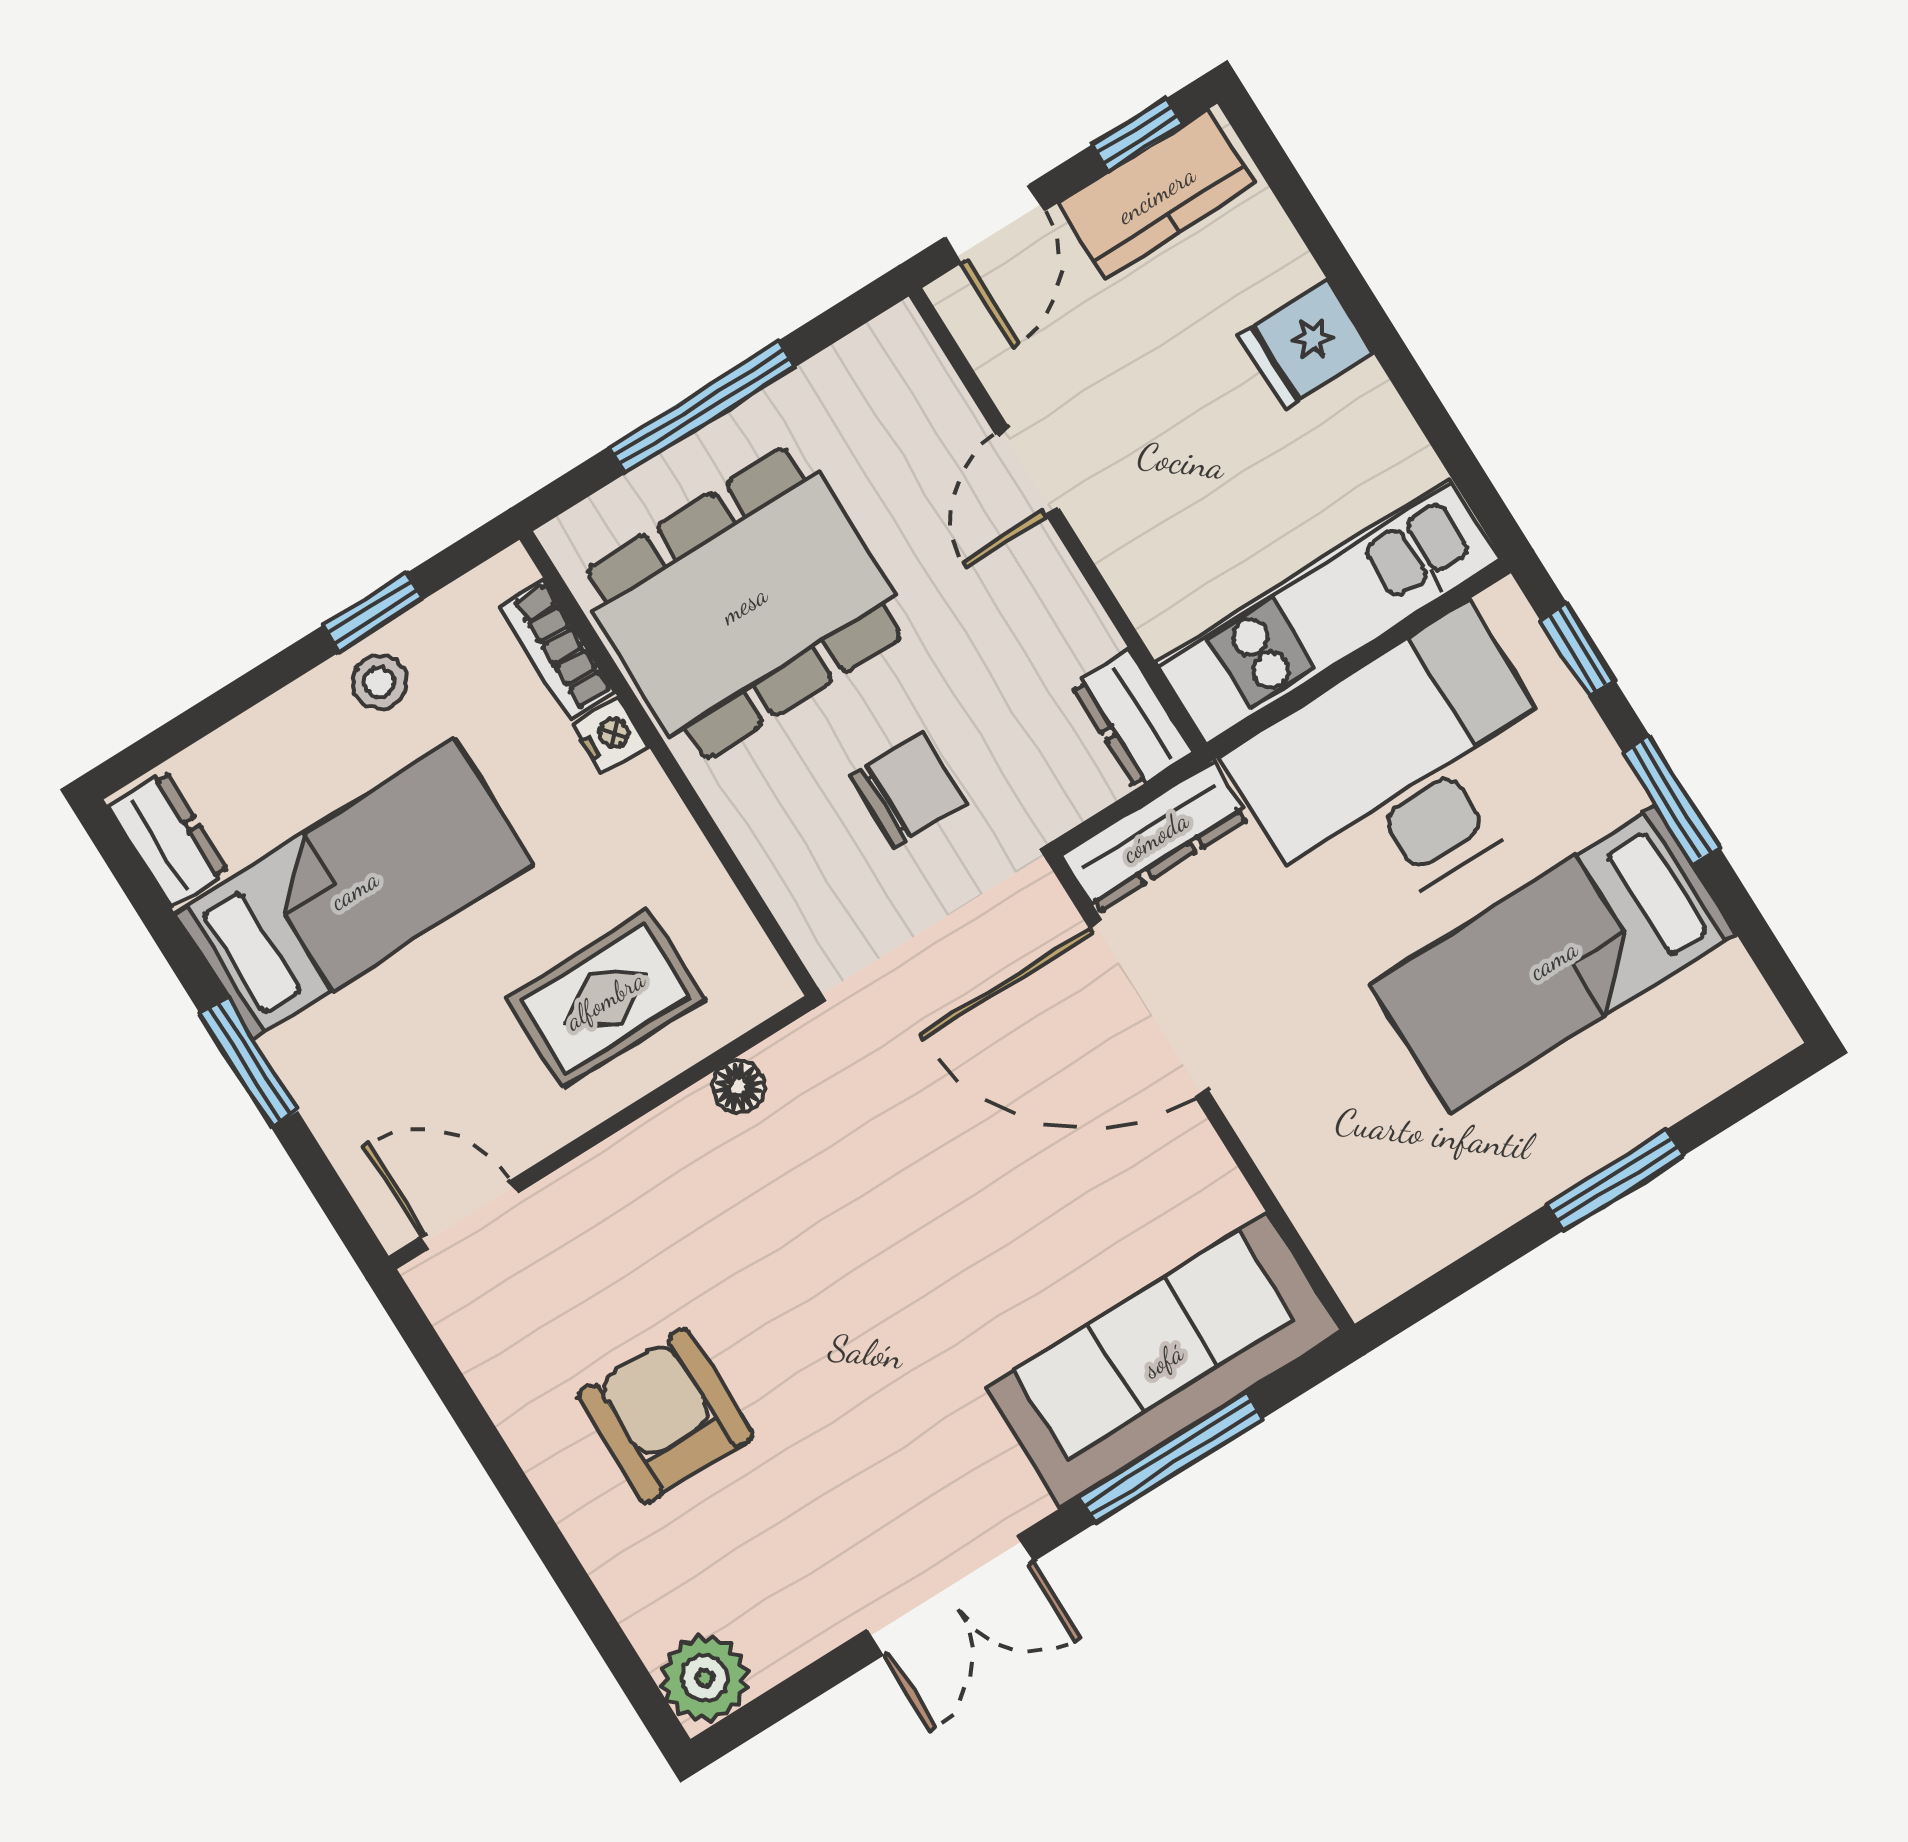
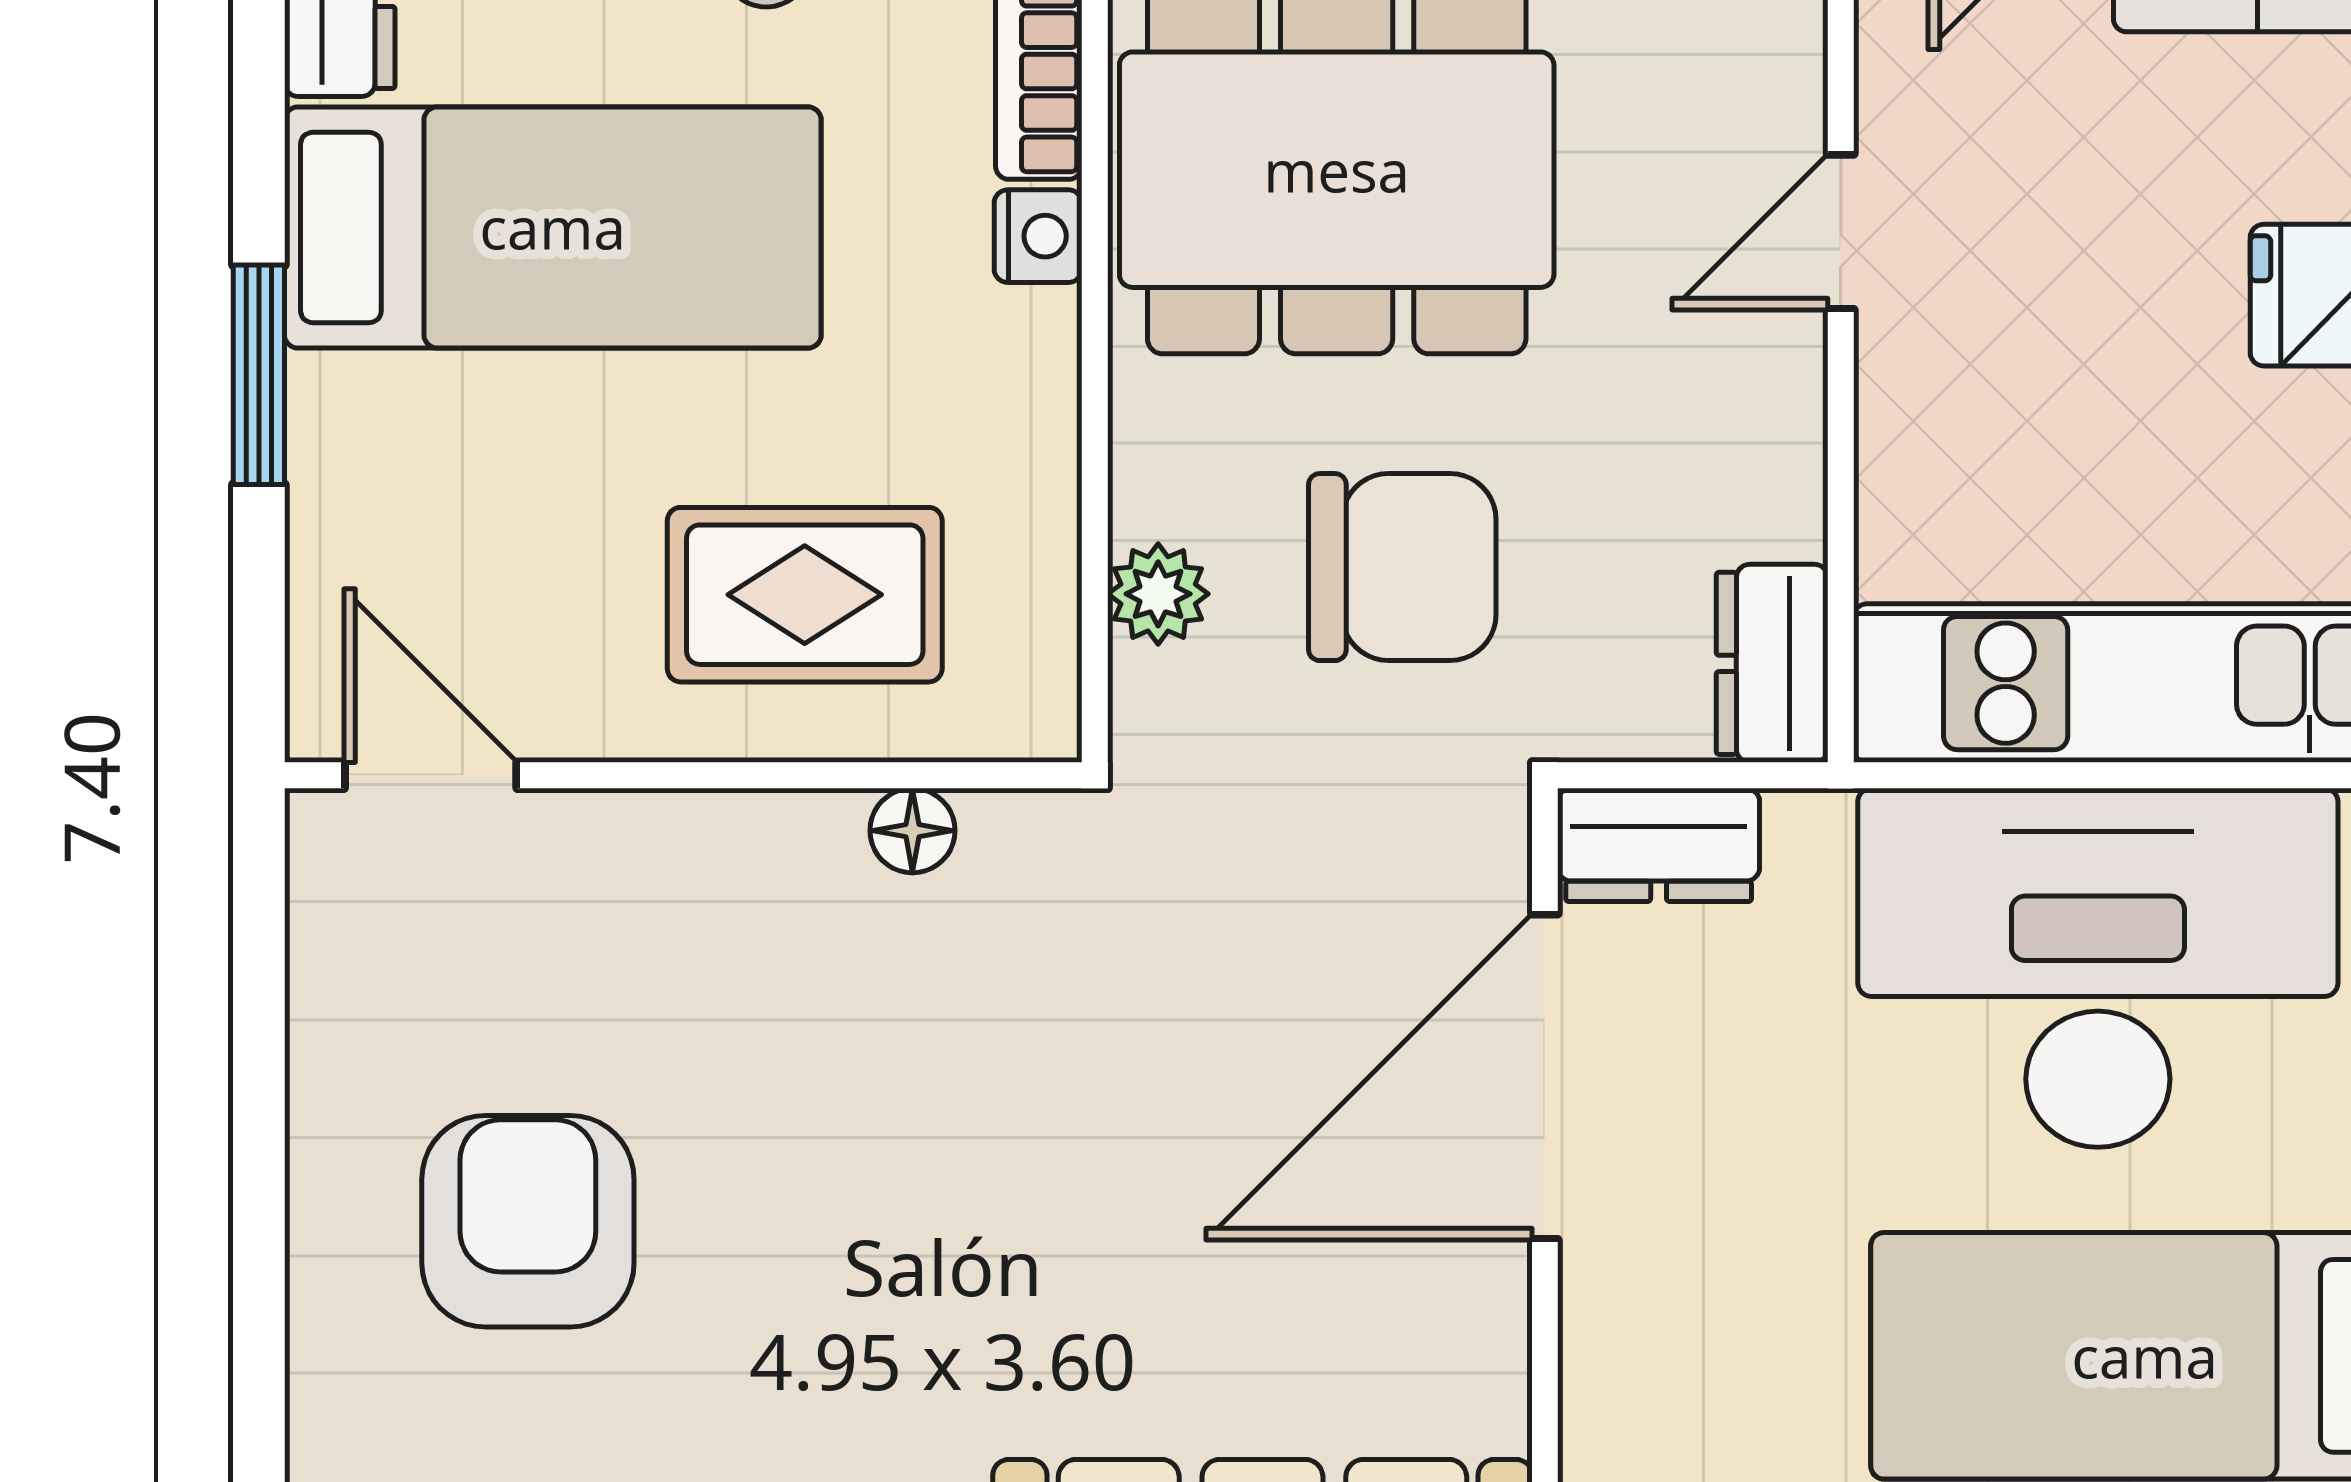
chair: (908, 789) -> (1402, 567), width x1.37, depth x1.37
dresser: (1155, 836) -> (1659, 845), width x0.70
plant: (789, 883) -> (1158, 594), added
door: (1149, 1009) -> (1545, 1077), hinge flipped

